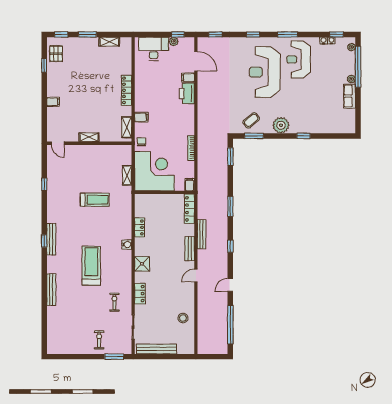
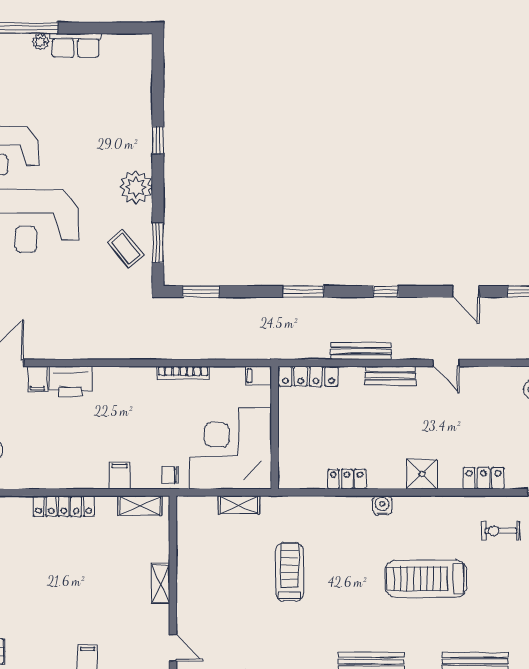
door: (58, 143) -> (173, 648), hinge flipped

